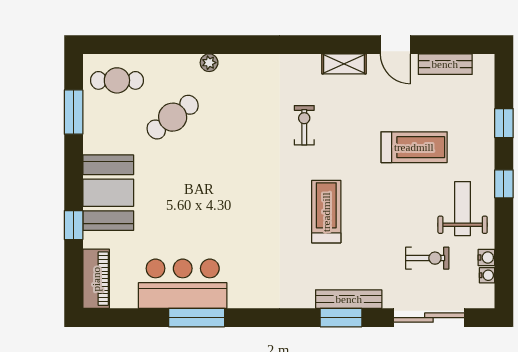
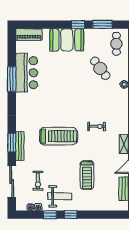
window: (504, 123) -> (50, 215), moved
treadmill: (326, 212) -> (59, 136), width x1.37, depth x1.38
window: (74, 225) -> (78, 25), moved

